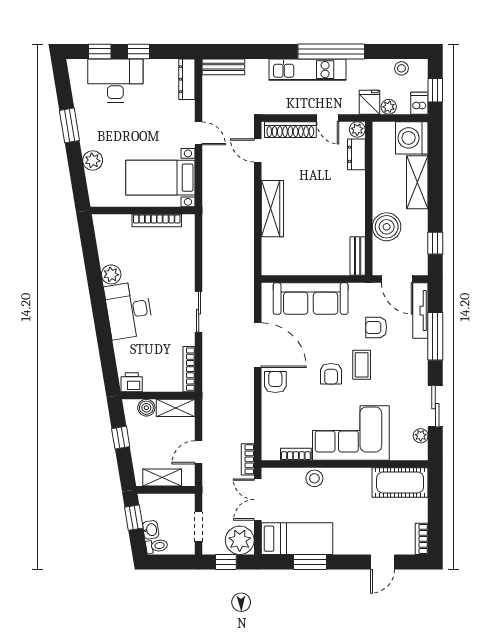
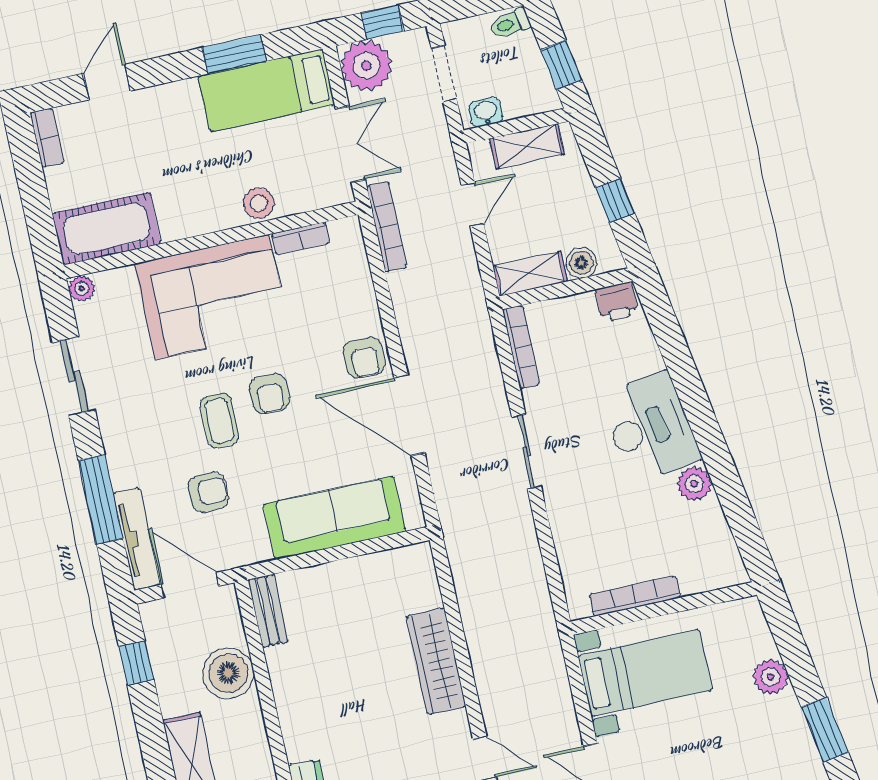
armchair: (331, 374) -> (270, 393), turned 180
plant: (421, 436) -> (82, 288), moved
bookcase: (248, 459) -> (387, 227), width x1.56
washbasin: (151, 530) -> (486, 112), moved, turned 99

